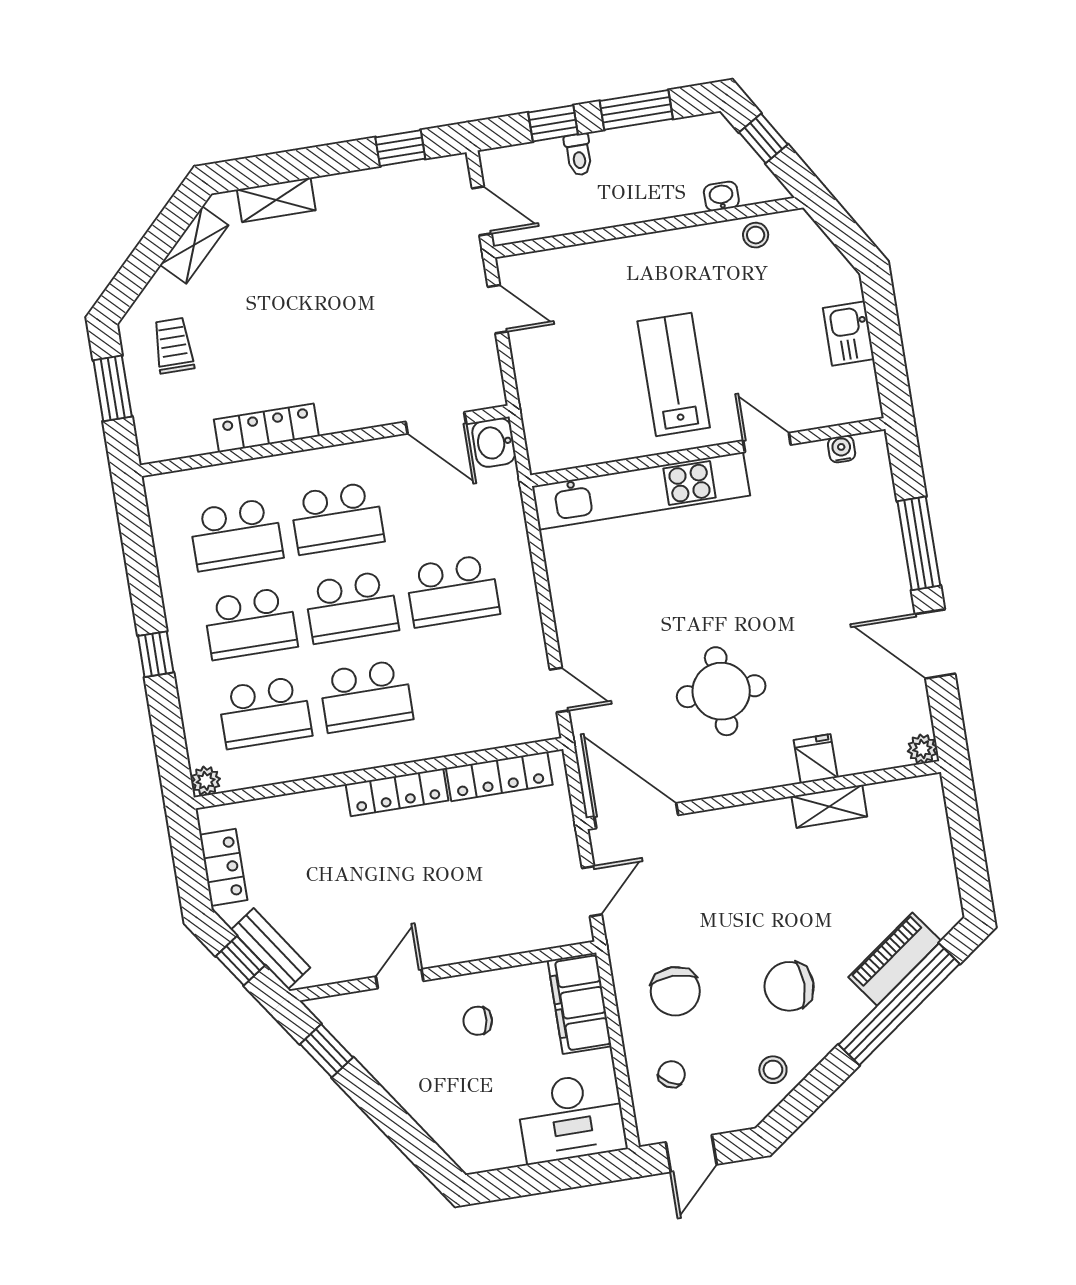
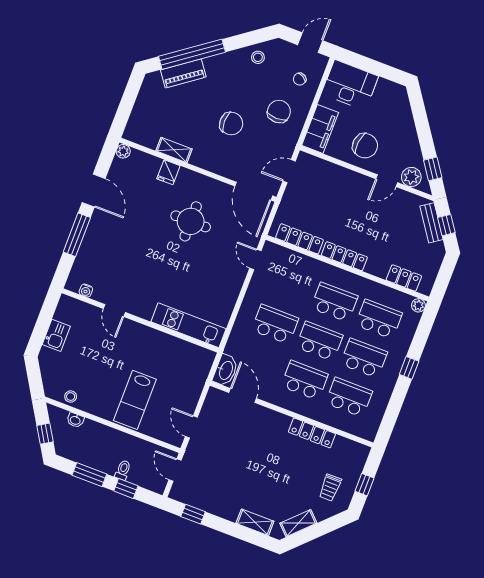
lab bench: (674, 374) -> (135, 400), moved
window: (113, 388) -> (364, 485), width x0.67
washbasin: (494, 443) -> (225, 370), width x1.38
kitchen unit: (641, 491) -> (189, 325), width x0.73
locker: (223, 867) -> (404, 278), moved, turned 90
chair: (789, 986) -> (231, 124), moved
plant: (358, 1012) -> (411, 177), added
chair: (478, 1021) -> (365, 146), width x1.87, depth x1.87

